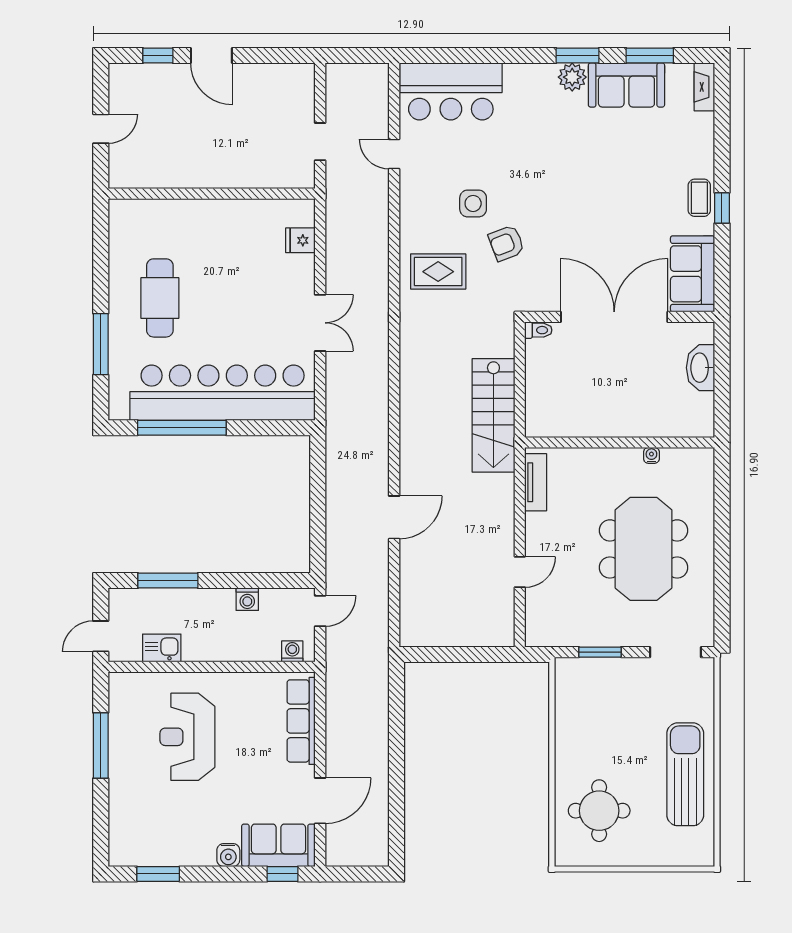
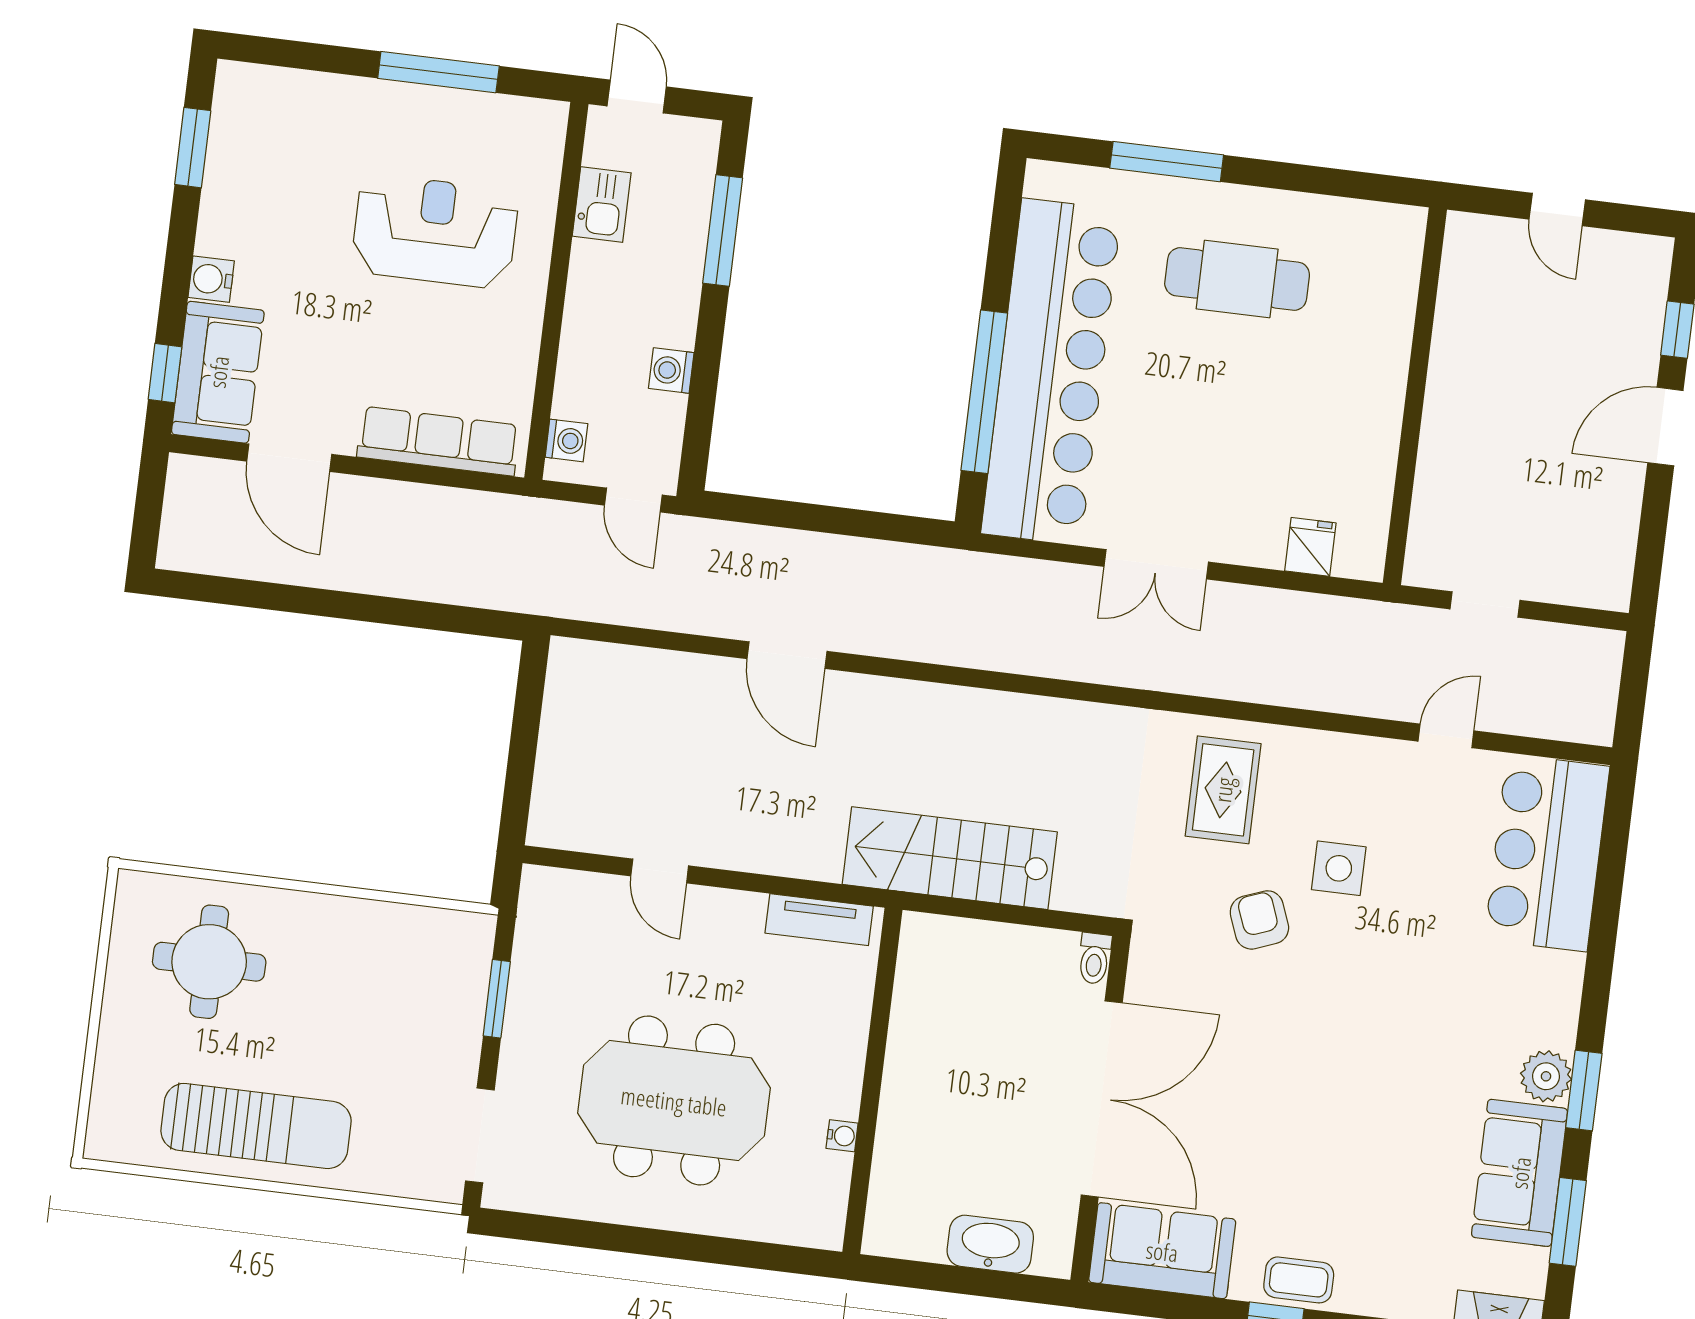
window: (182, 428) -> (984, 392), moved

